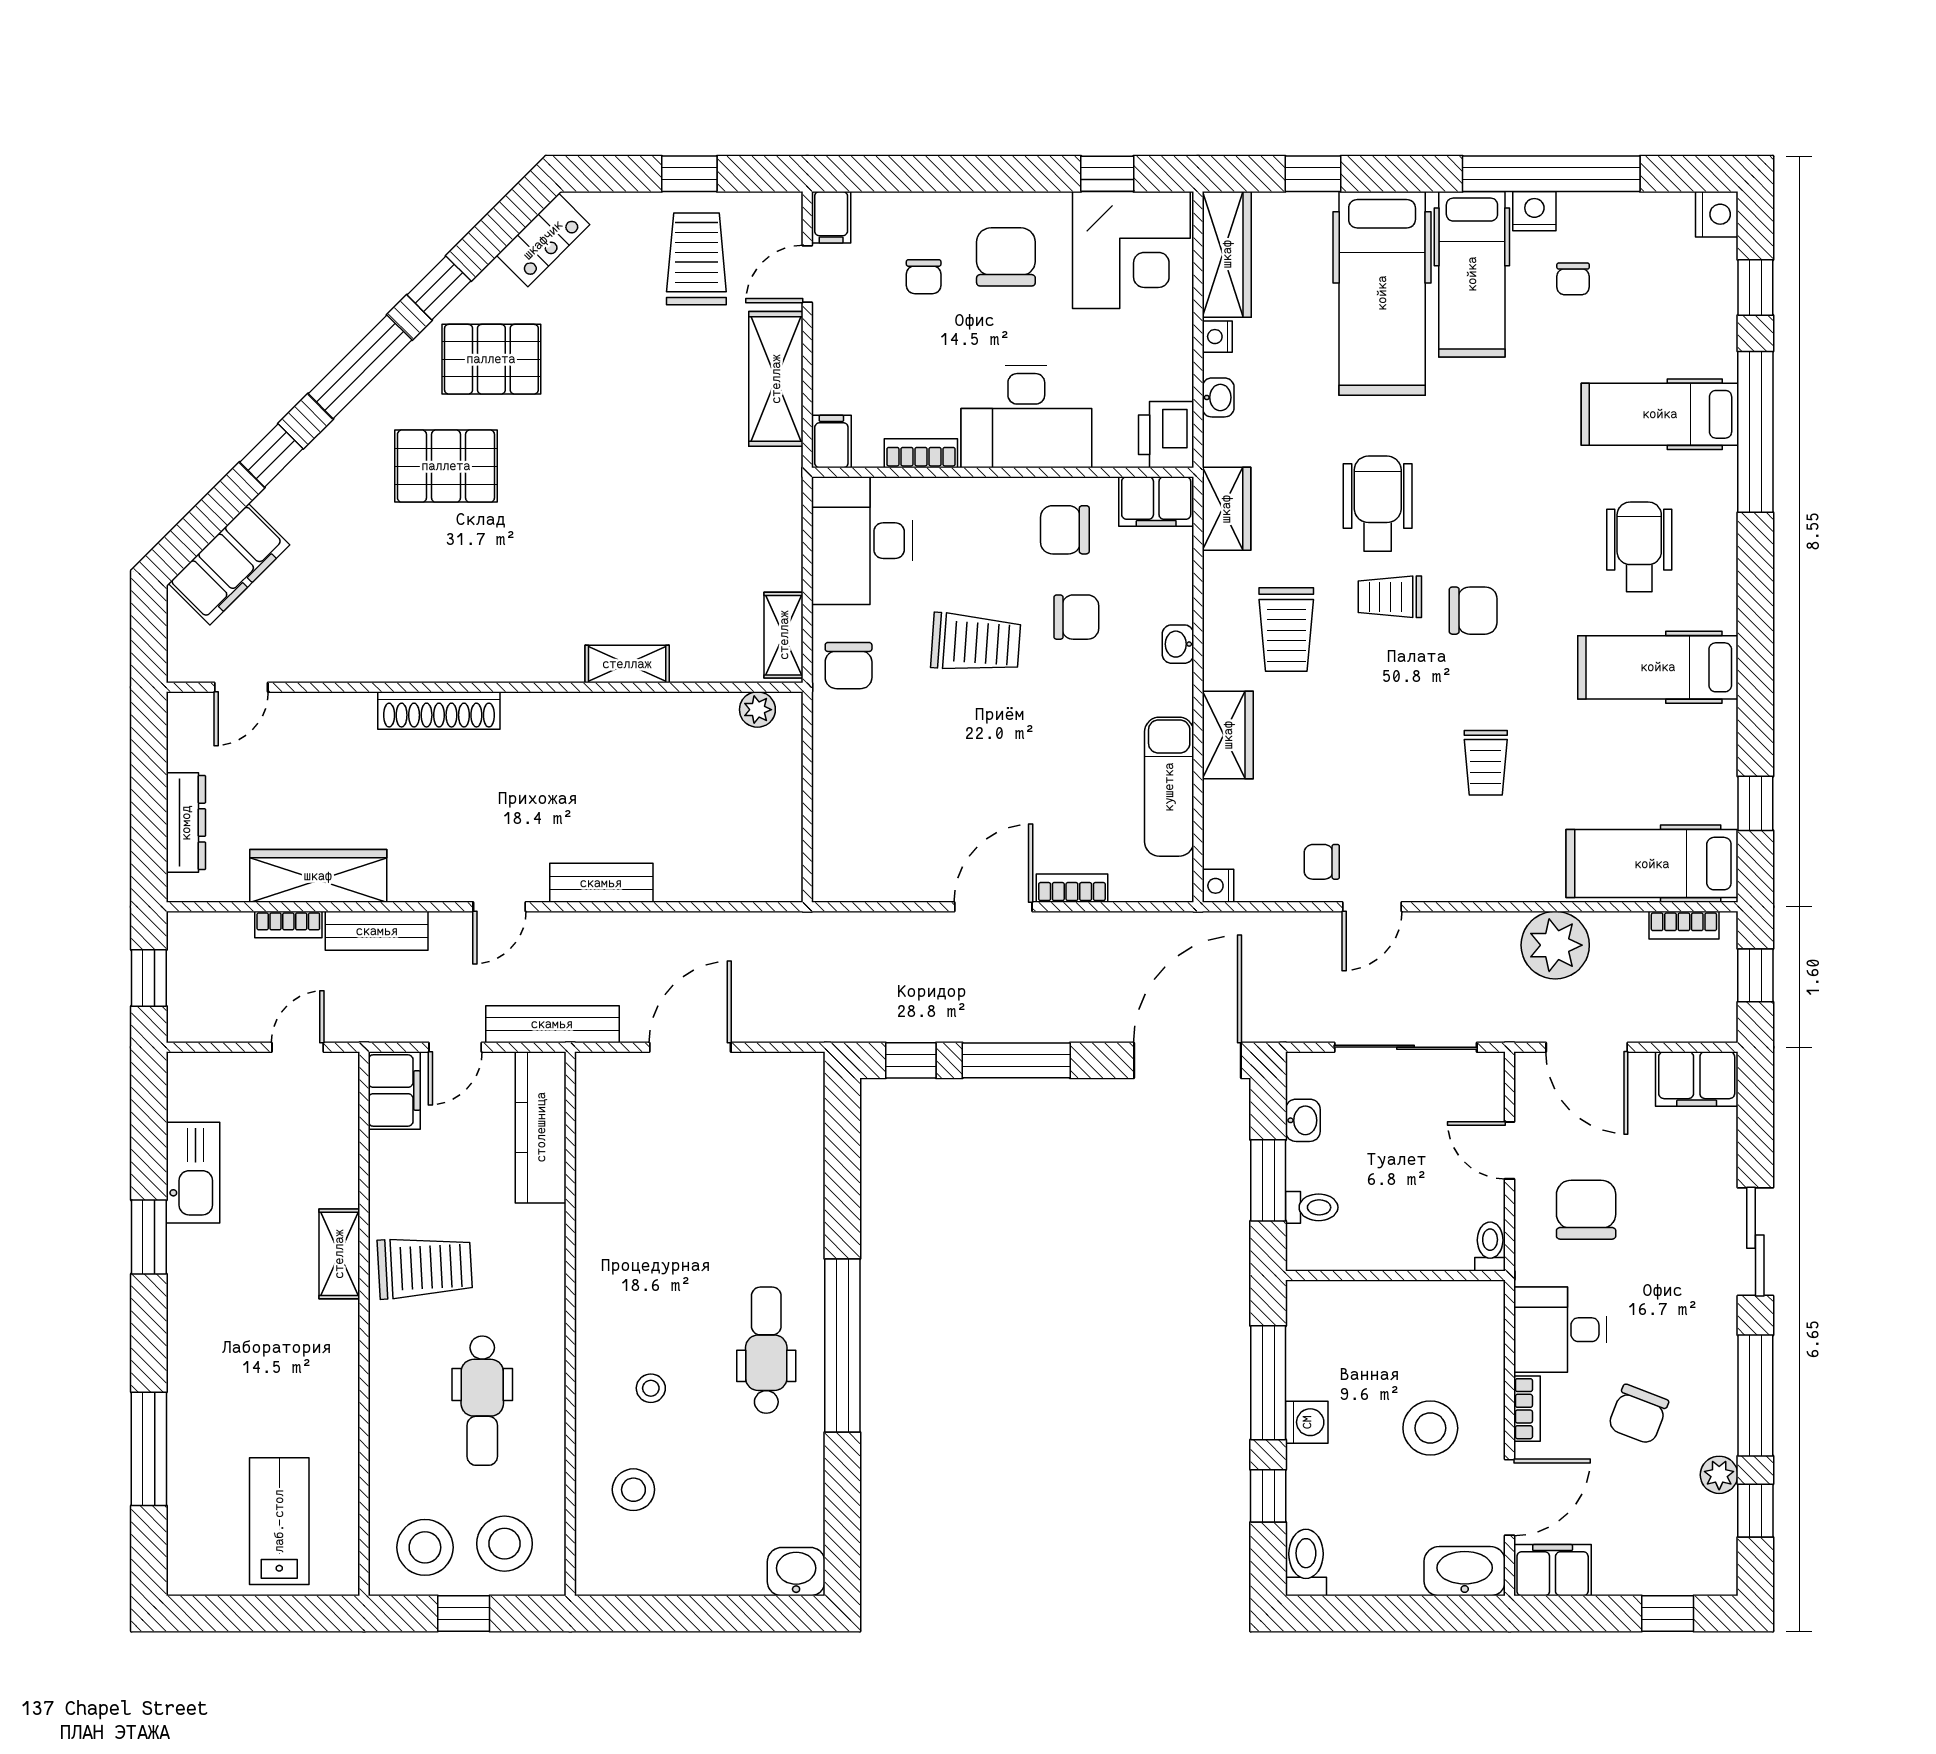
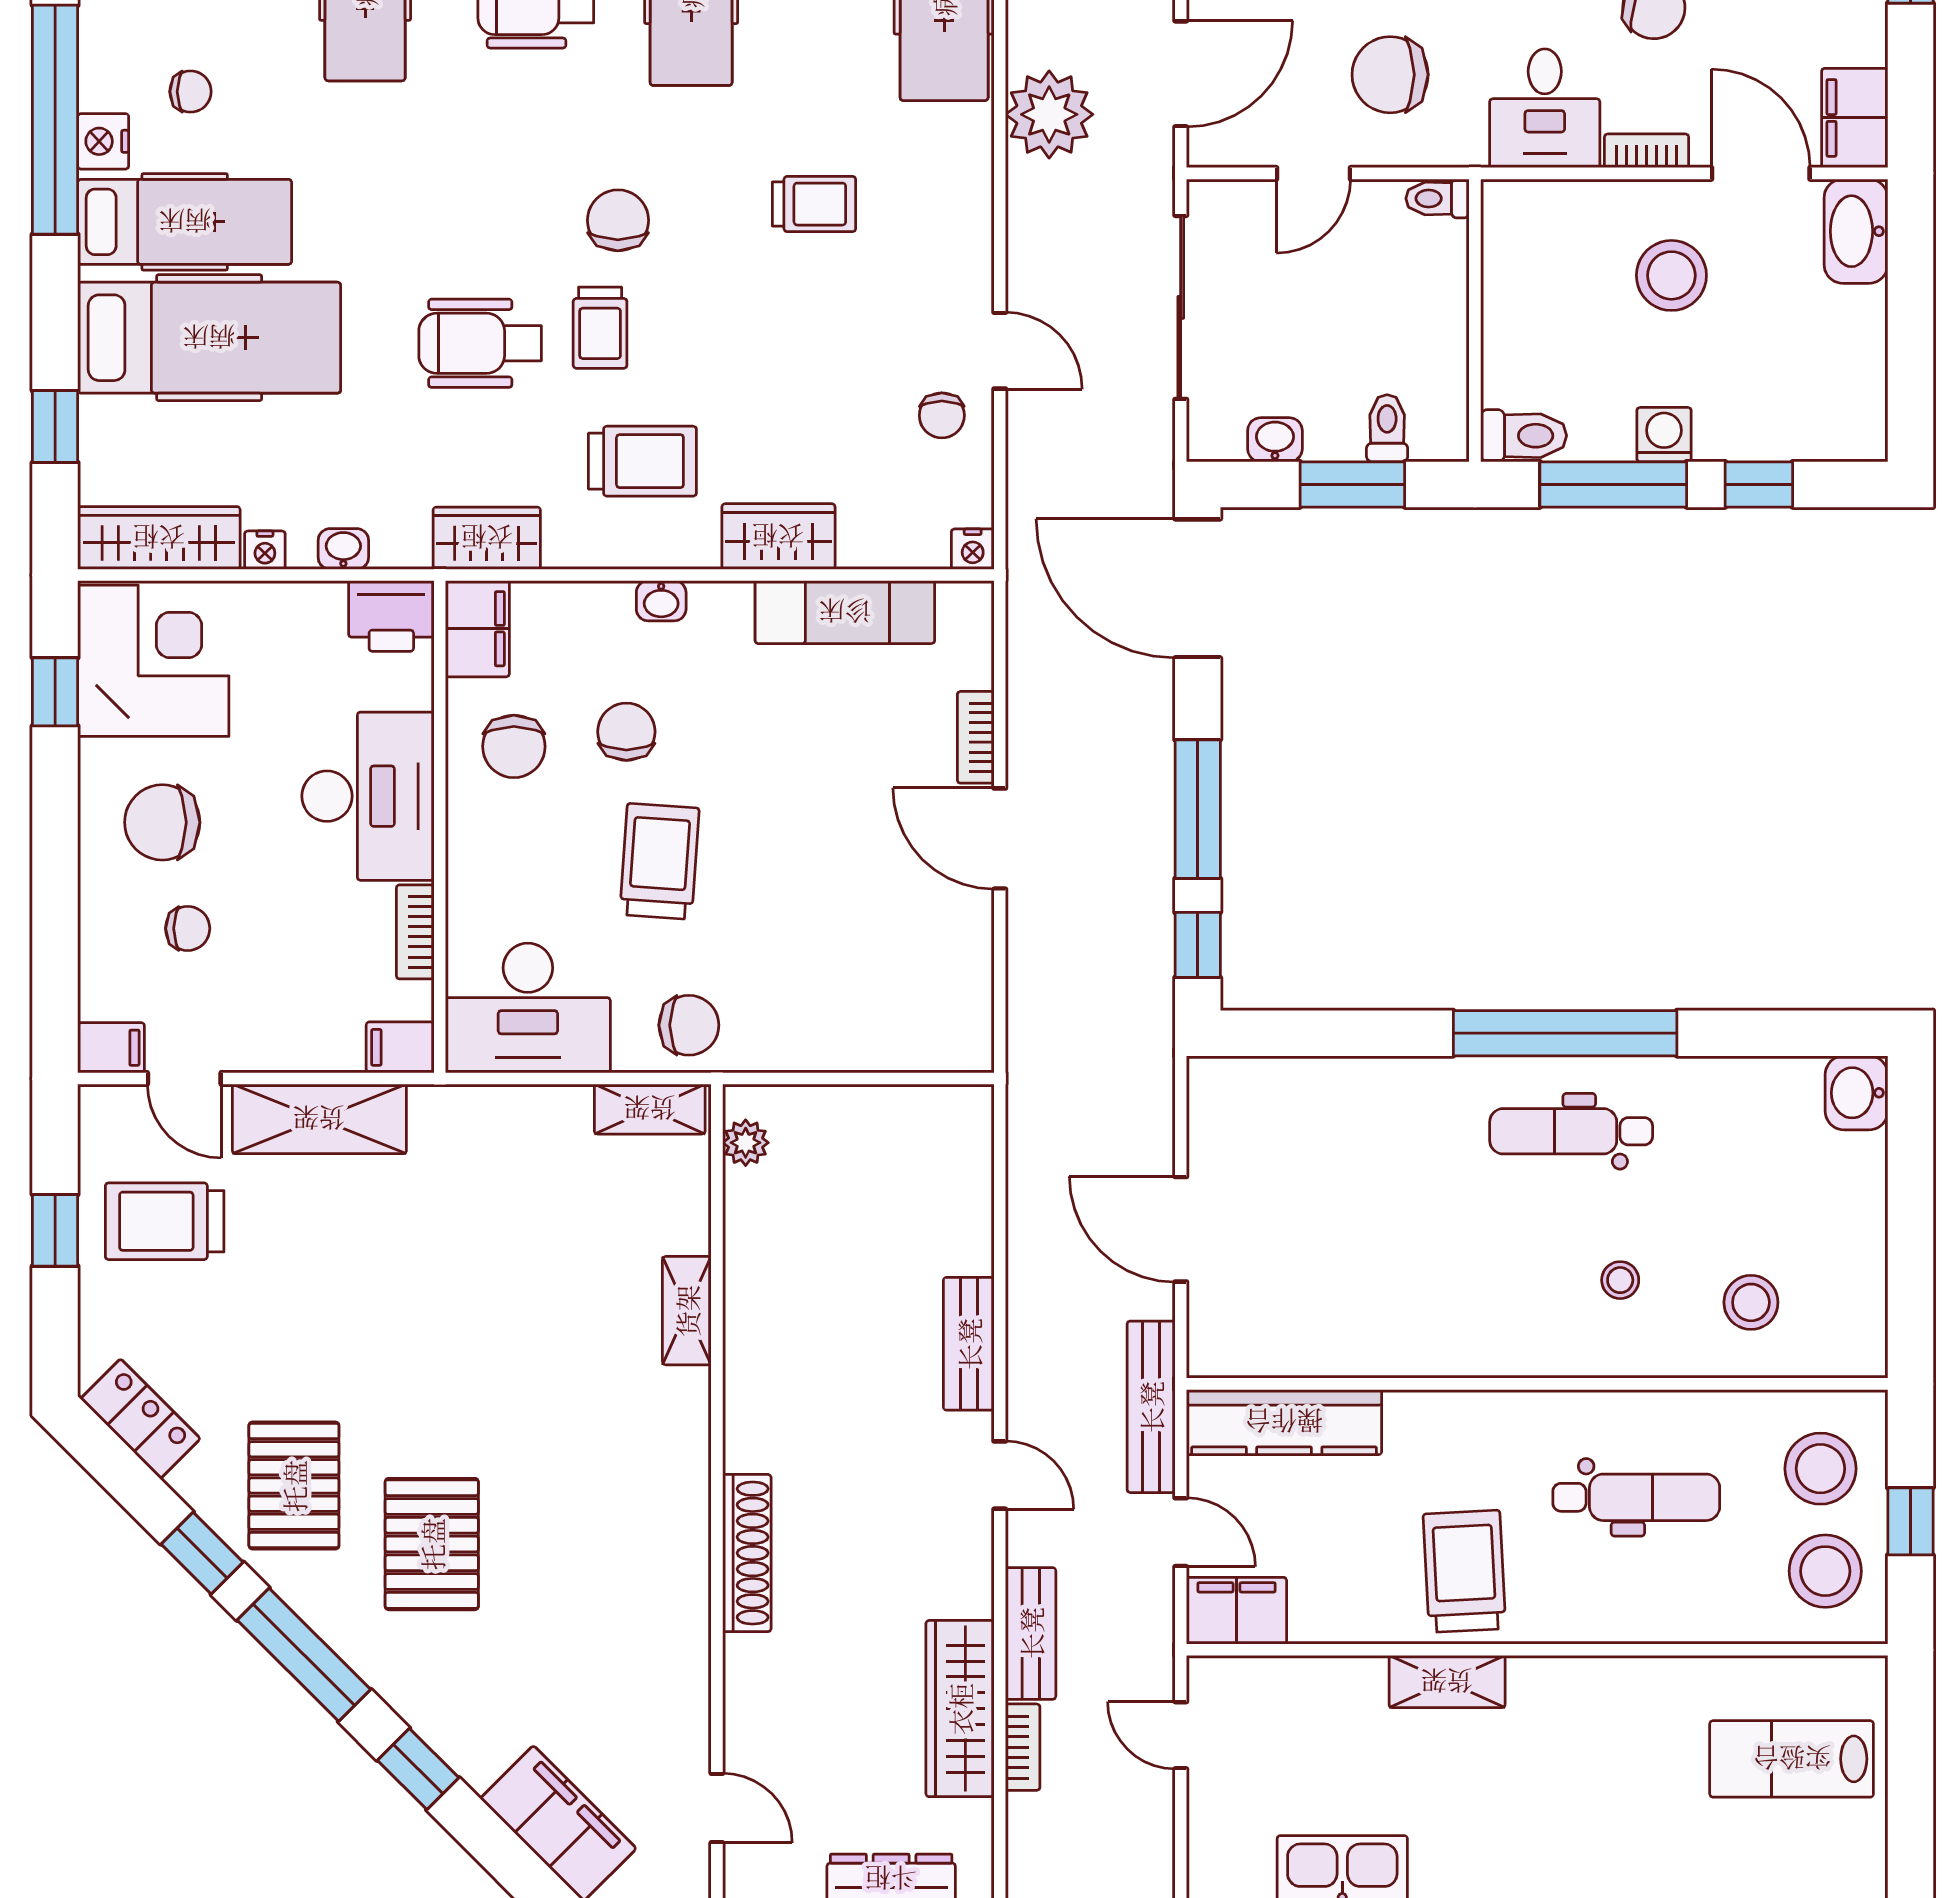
toilet: (1306, 1563) -> (1524, 436), moved, turned 180

